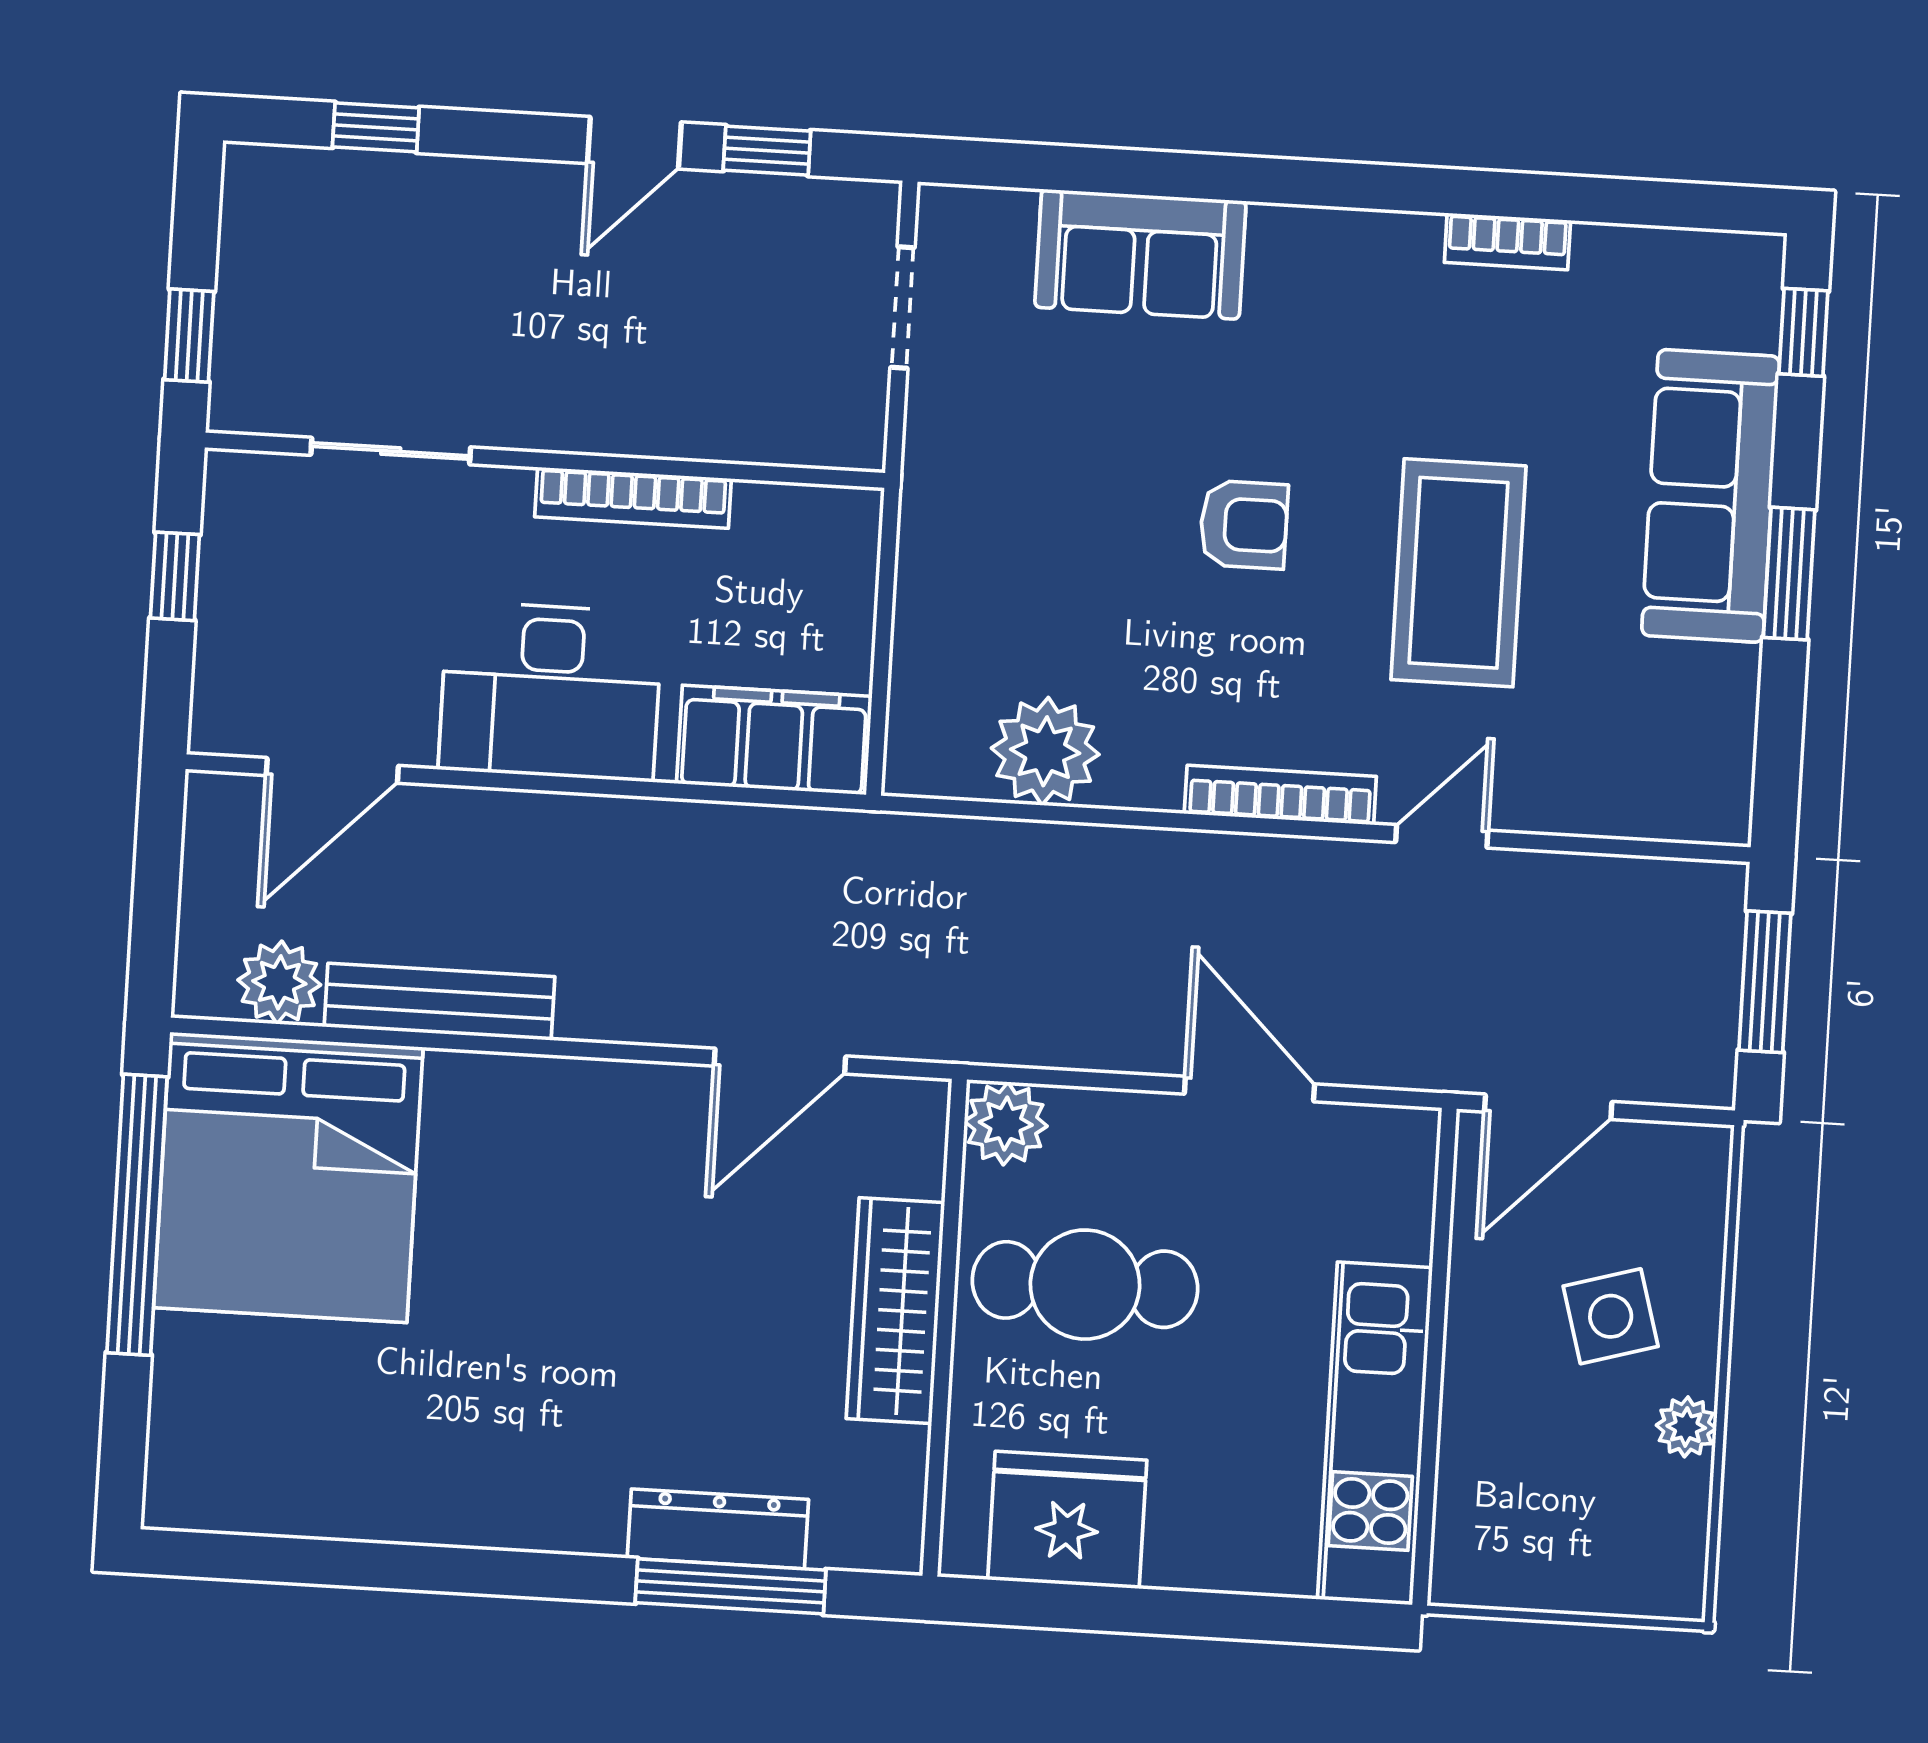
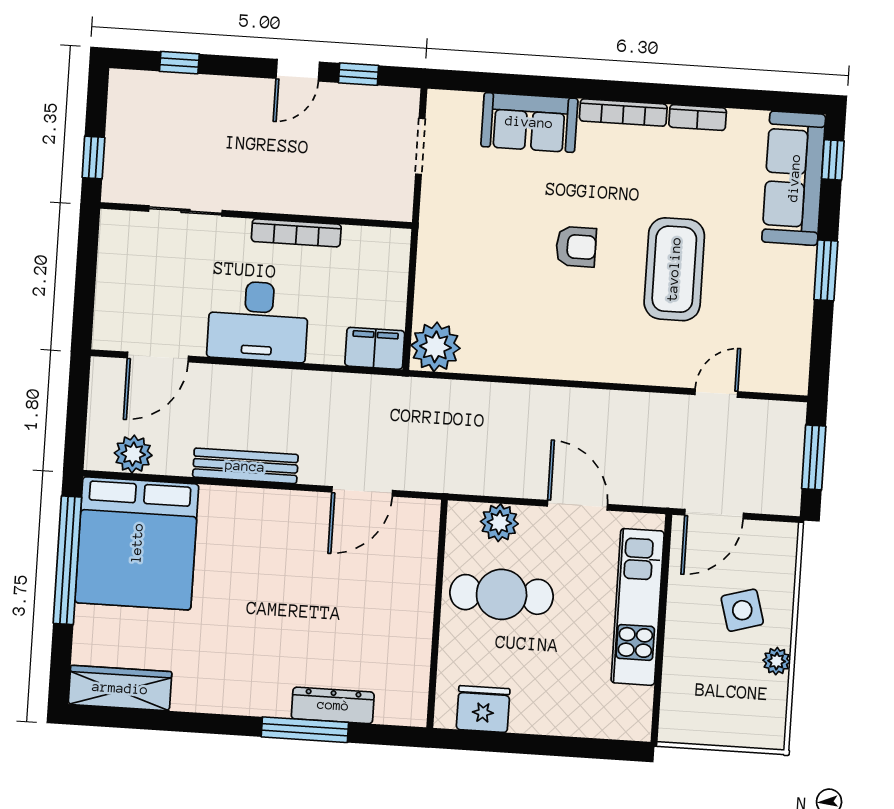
sofa: (1711, 496) -> (794, 178), moved
window: (175, 576) -> (86, 268), removed
filing cabinet: (774, 740) -> (375, 348), width x0.67, depth x0.86
plant: (1045, 751) -> (435, 347), moved
bookcase: (1280, 795) -> (623, 113), moved, turned 180
door: (1442, 836) -> (716, 393), moved
bench: (440, 1002) -> (245, 466), moved
plant: (1006, 1124) -> (499, 523), moved
wardrobe: (895, 1311) -> (120, 688), moved, turned 90
kitchen unit: (1375, 1433) -> (638, 607), moved
fridge: (1067, 1520) -> (483, 709), width x0.73, depth x0.75
window: (731, 1586) -> (305, 730), moved

